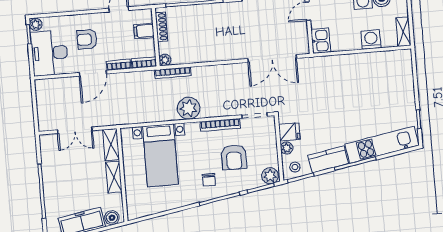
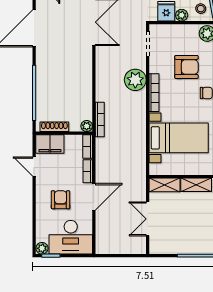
filing cabinet: (144, 31) -> (50, 144), width x2.00
armchair: (87, 39) -> (61, 200), turned 180
door: (93, 73) -> (94, 197), hinge flipped
plant: (189, 108) -> (135, 80), moved
bookcase: (220, 125) -> (154, 93), moved
double door: (75, 130) -> (148, 219), swing flipped

